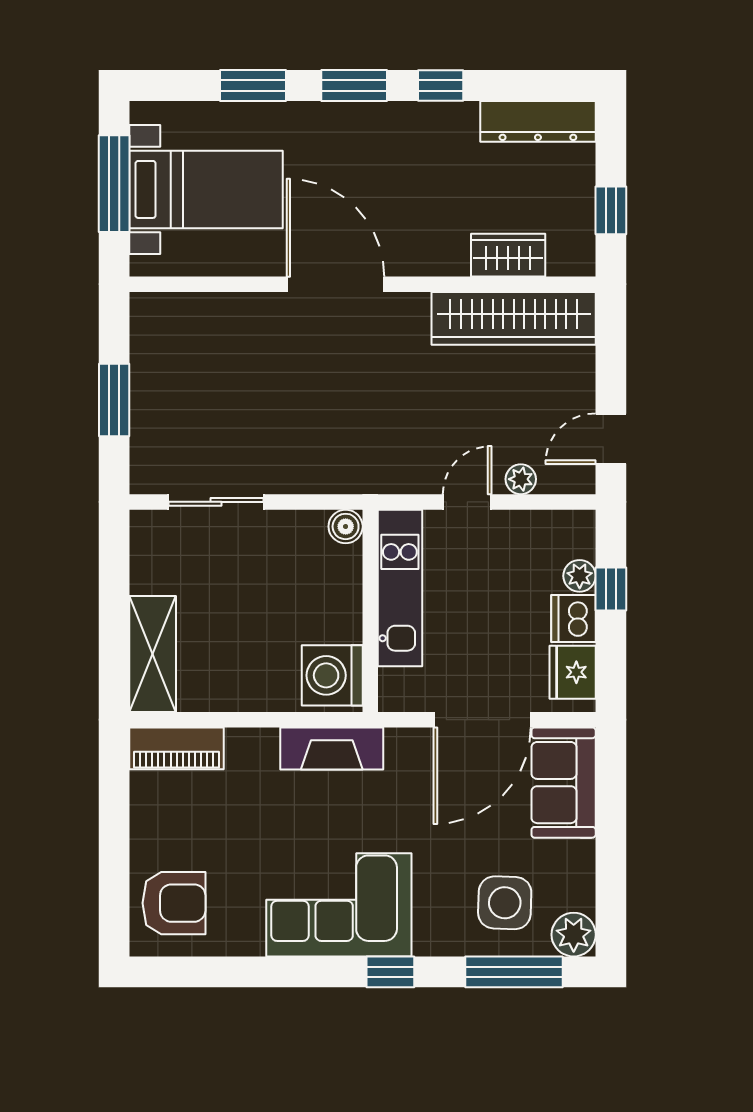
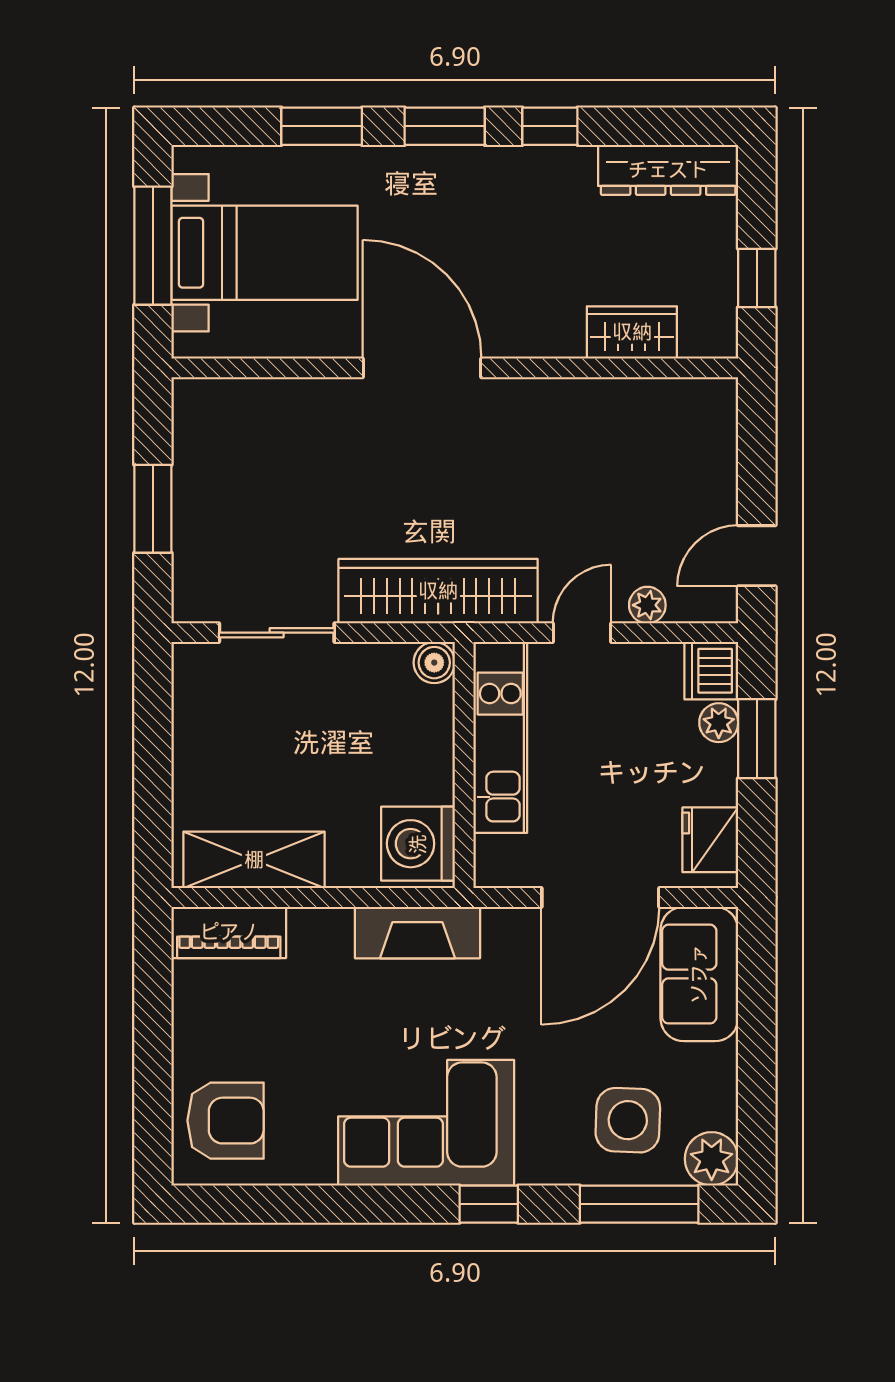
wardrobe: (514, 318) -> (438, 591), moved, turned 180
window: (611, 589) -> (757, 739), width x1.50
dishwasher: (573, 619) -> (711, 671), moved
shelving: (153, 654) -> (254, 860), moved, turned 90

